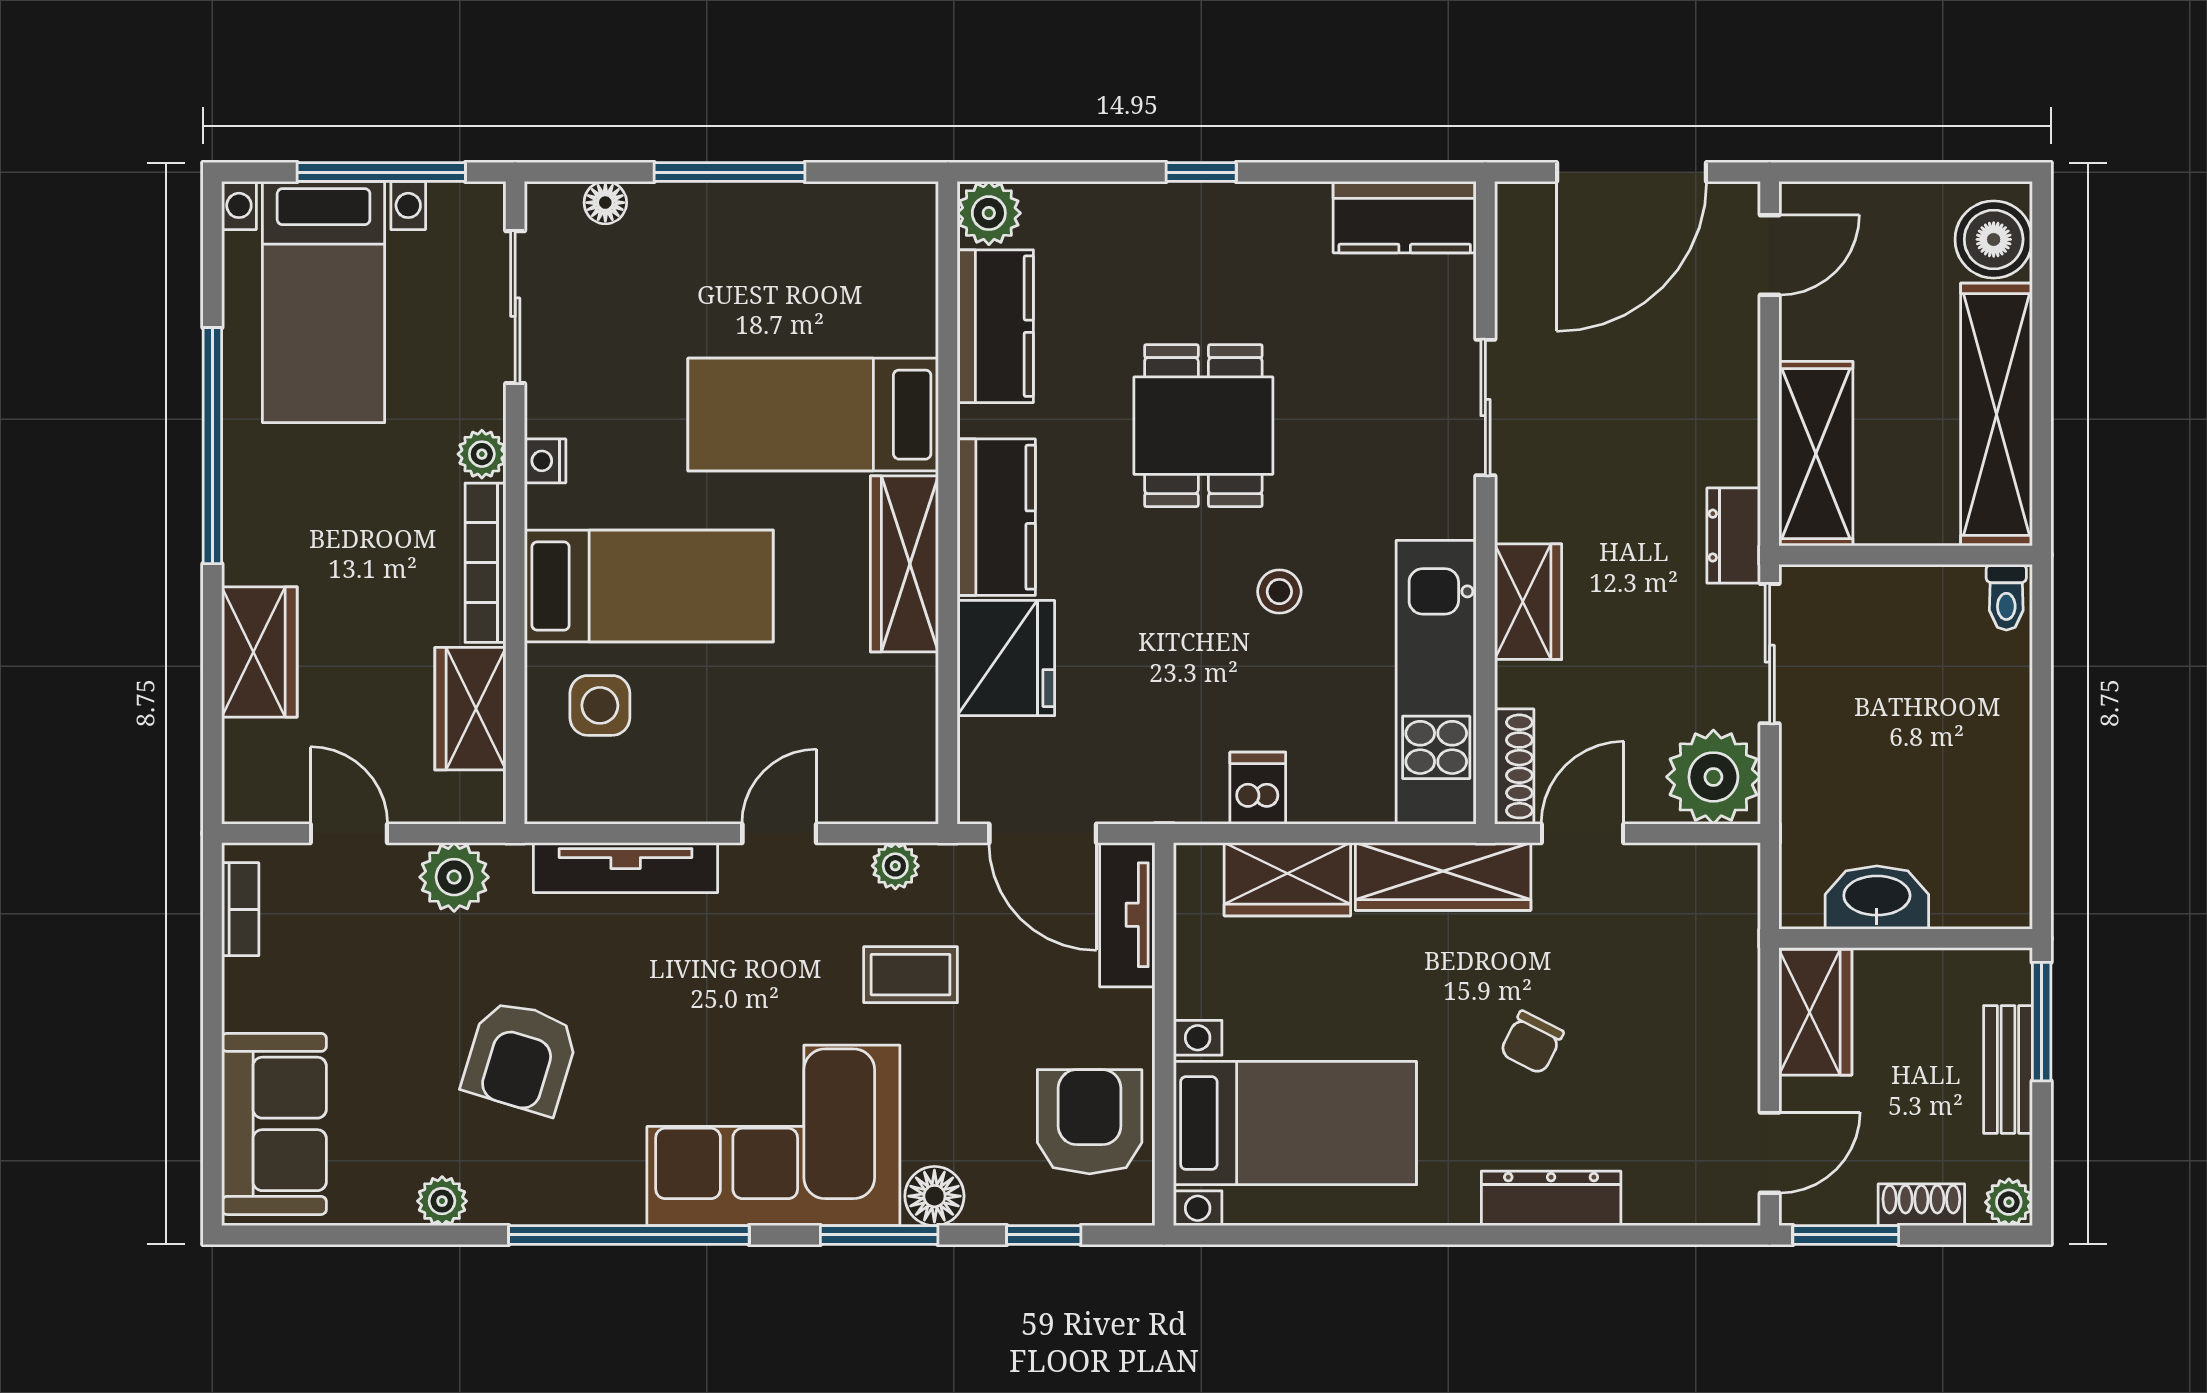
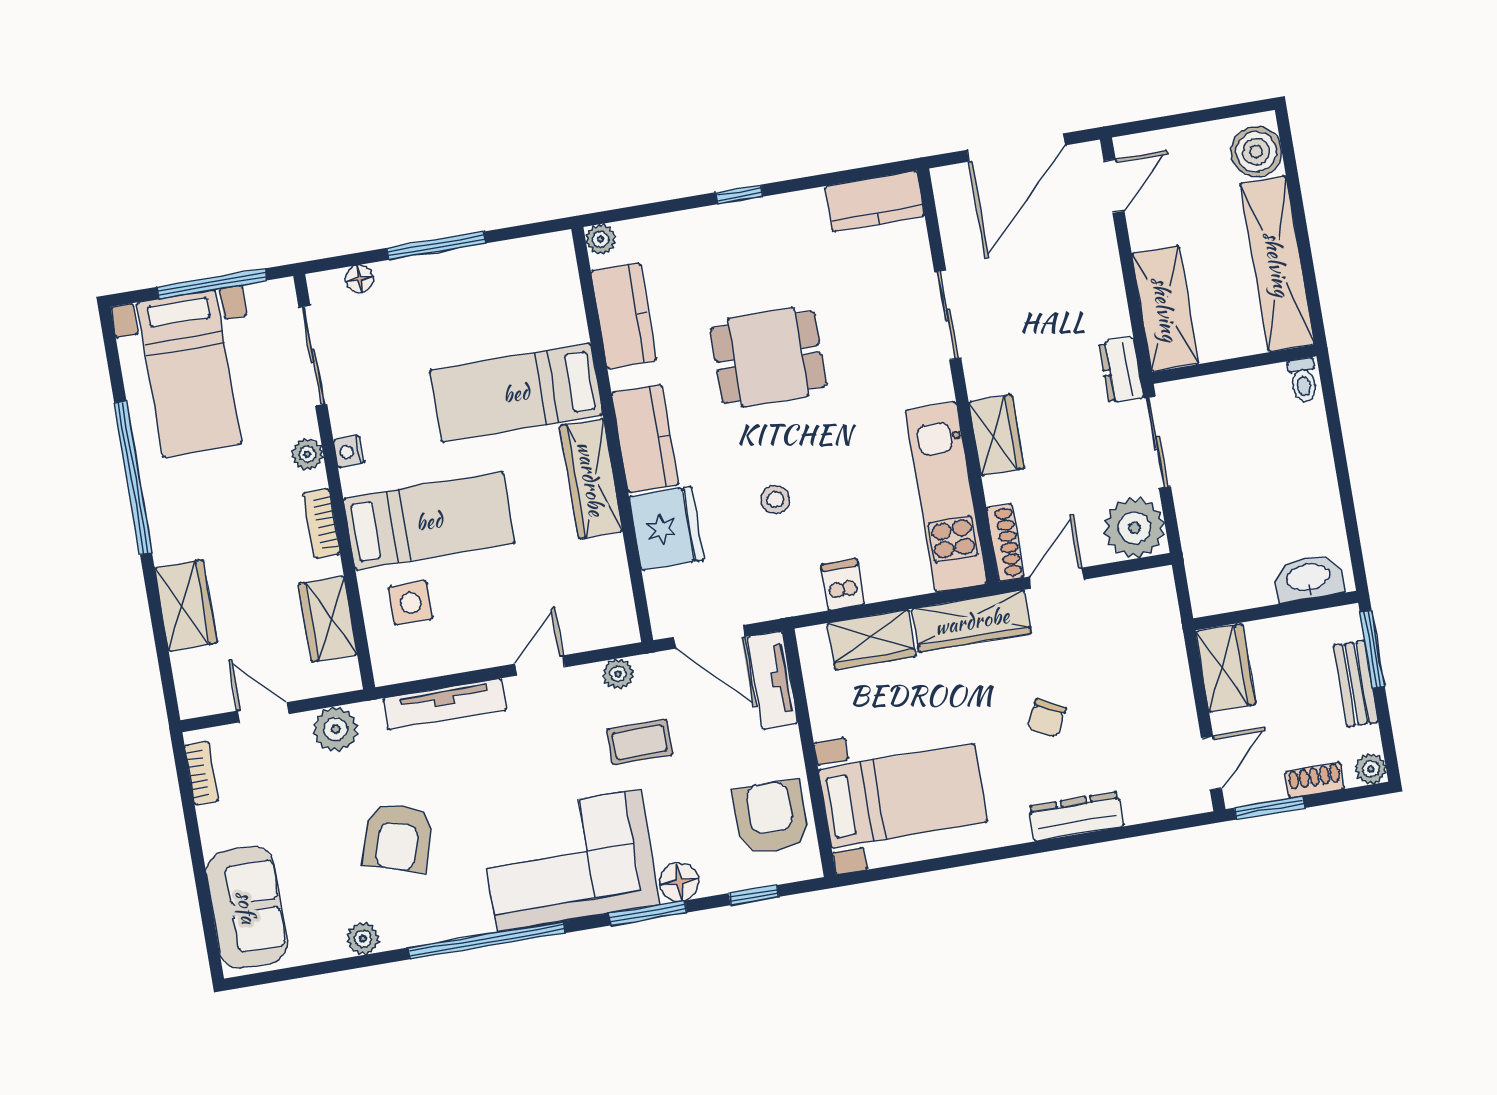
plant: (989, 213) -> (601, 239), width x0.73, depth x0.73
dining table: (1203, 426) -> (768, 357), turned 90
bookcase: (485, 563) -> (322, 524), width x0.64
stool: (1279, 592) -> (775, 500), moved
washbasin: (1877, 897) -> (1308, 578), moved

